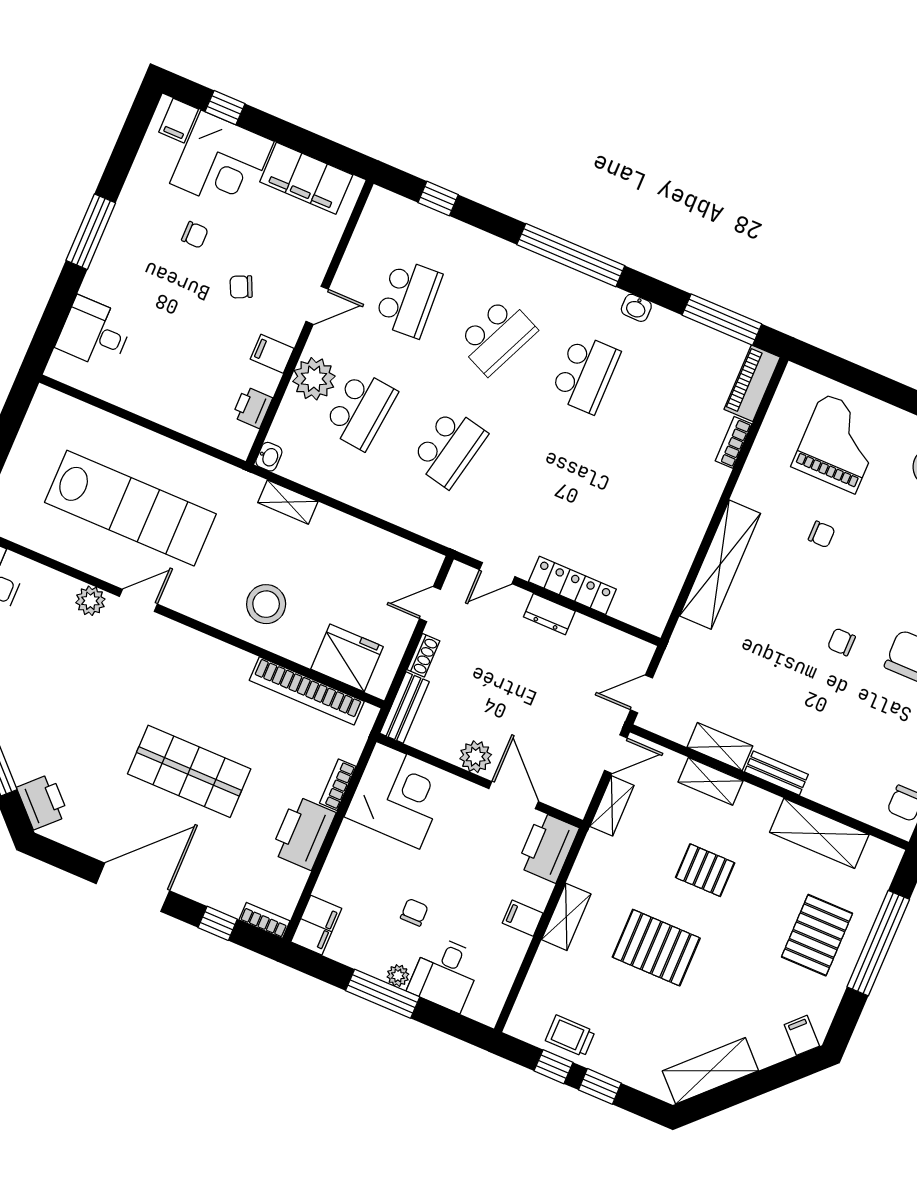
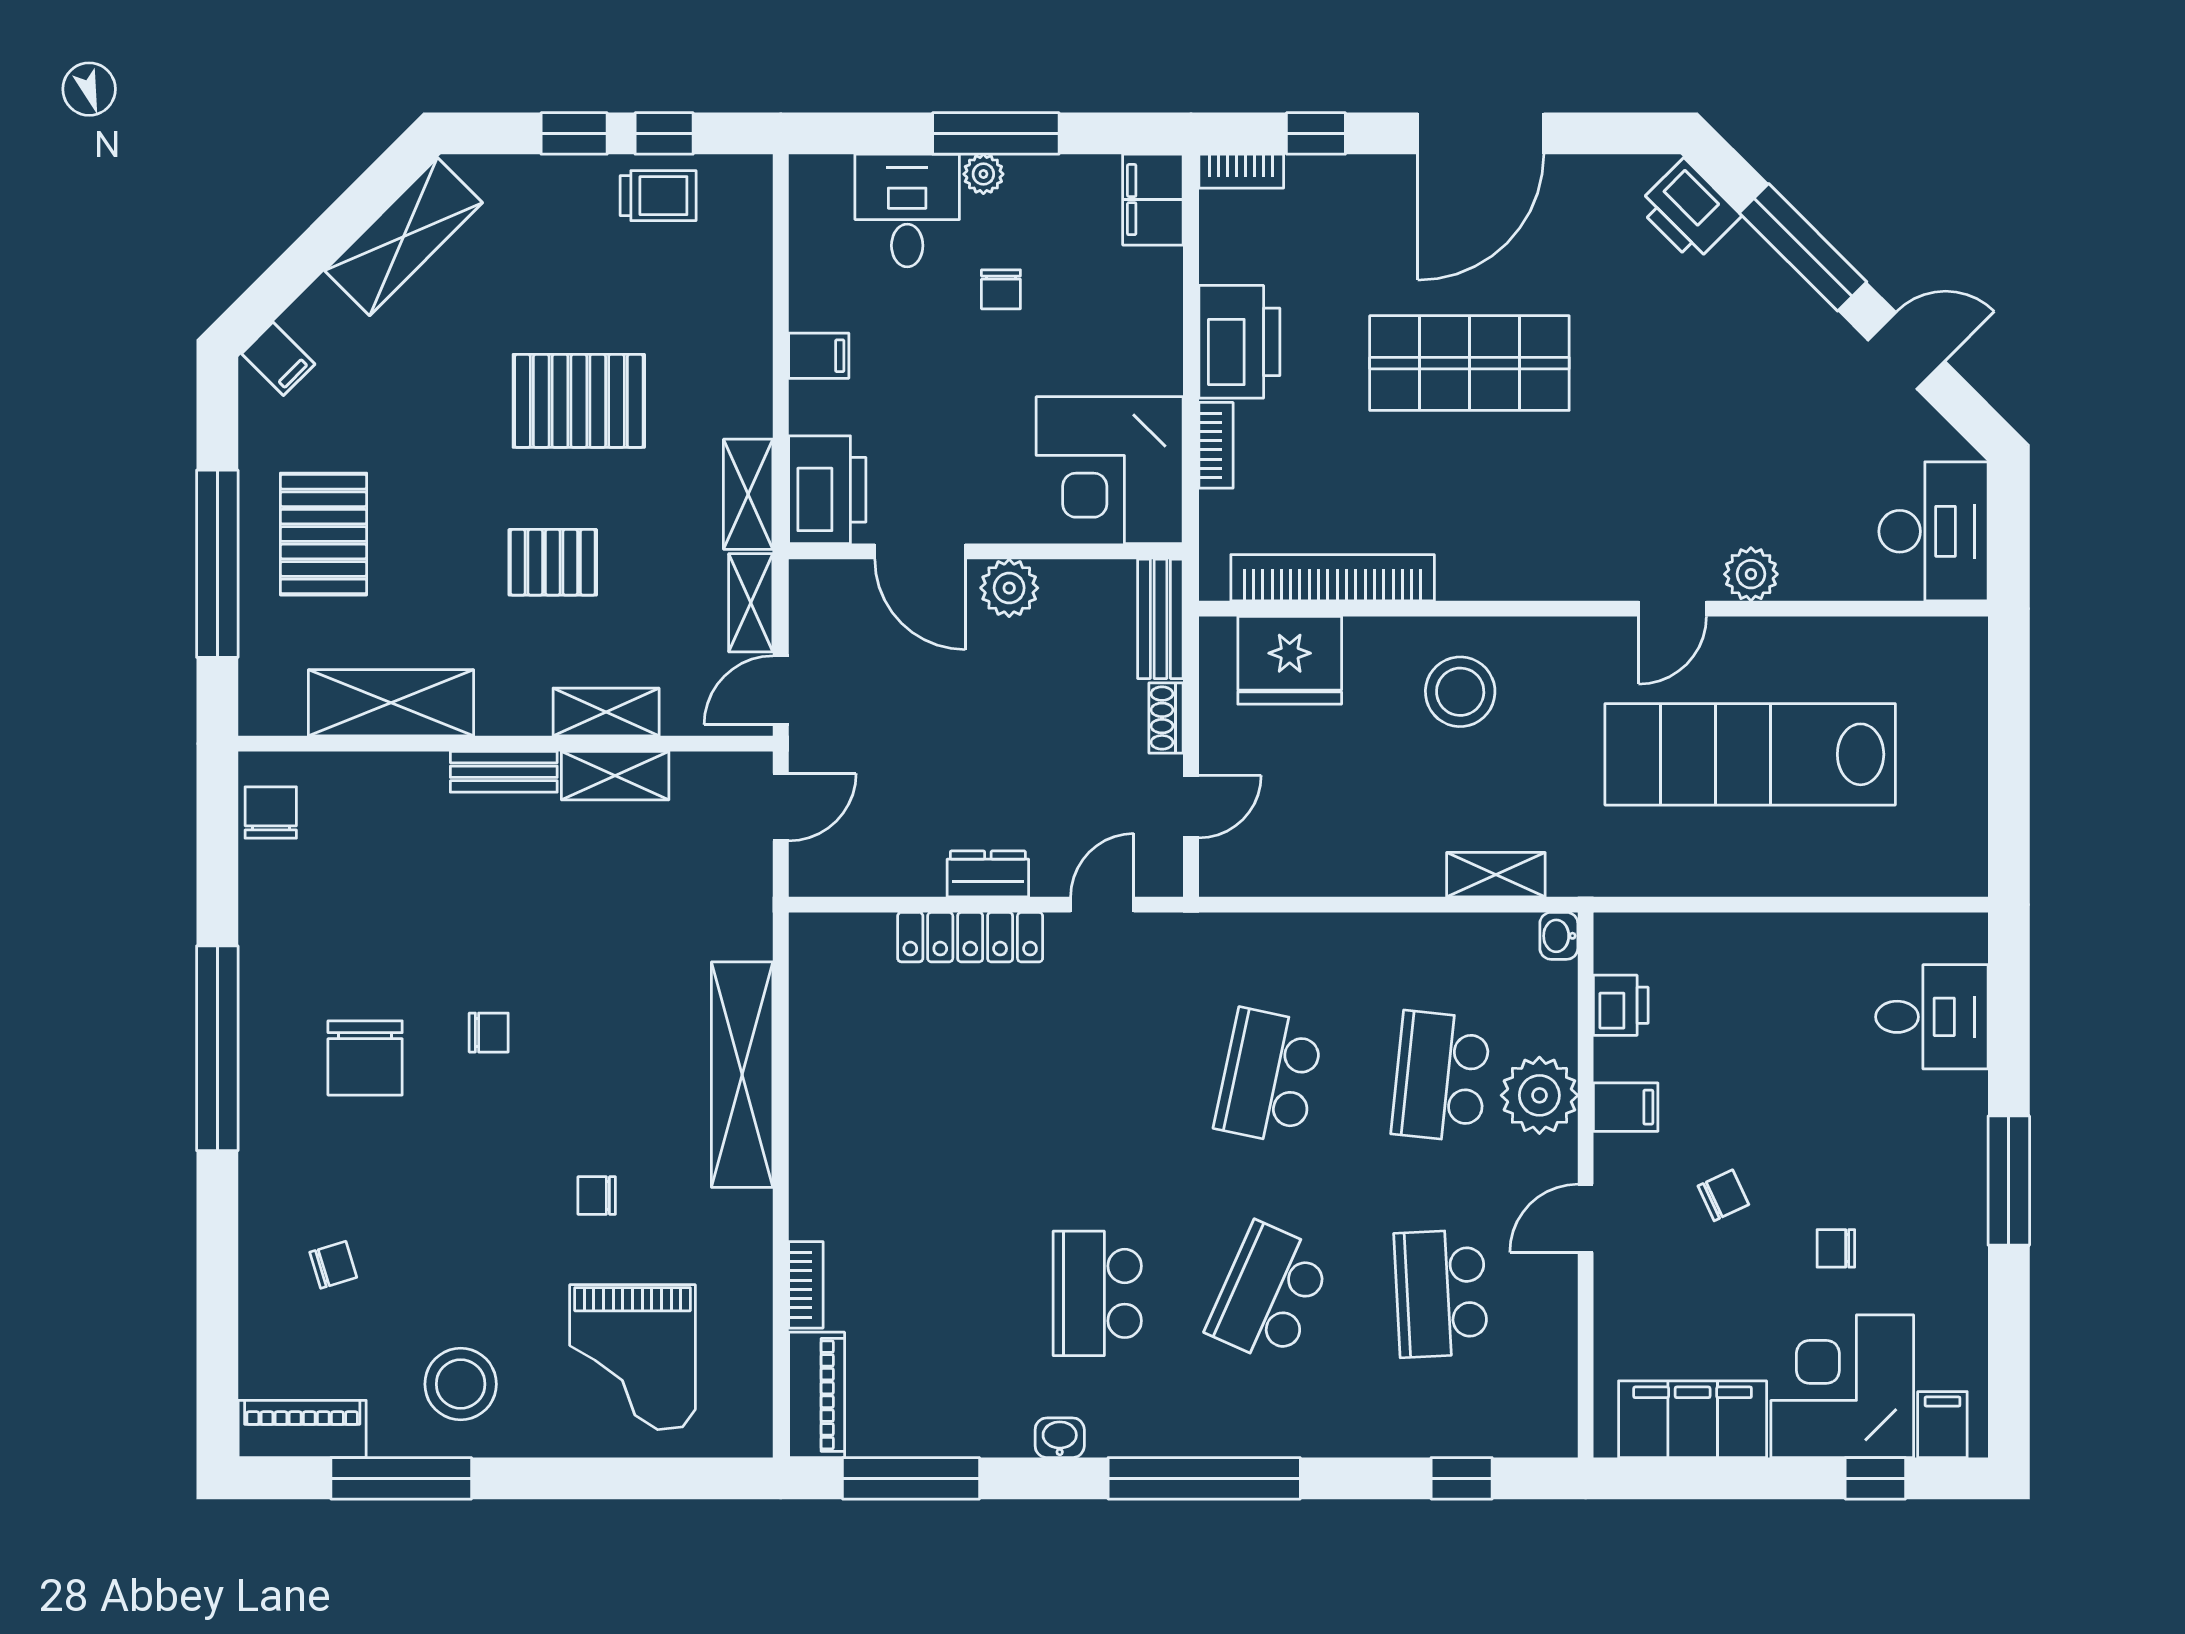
shelving: (566, 917) -> (748, 494), moved

